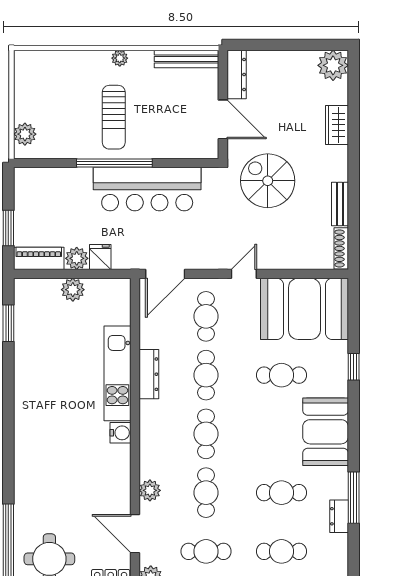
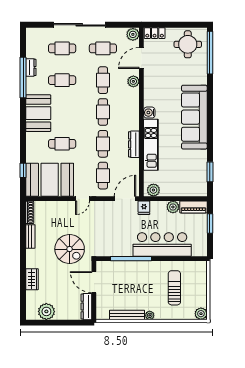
bench: (187, 59) -> (127, 315), moved
plant: (333, 65) -> (46, 311), moved
sun lounger: (114, 117) -> (174, 288), moved
plant: (25, 134) -> (201, 314), moved
window: (114, 163) -> (131, 259), moved
bar counter: (147, 189) -> (162, 245), moved
fridge: (100, 257) -> (144, 208), moved
plant: (73, 290) -> (153, 190), moved
window: (354, 367) -> (23, 170), moved
sofa: (37, 424) -> (194, 117), added
window: (354, 498) -> (23, 77), width x1.46
door: (135, 534) -> (141, 58), swing flipped

